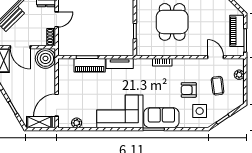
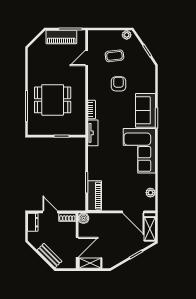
boiler: (45, 58) -> (83, 218), width x0.54, depth x0.54
tv unit: (120, 64) -> (93, 133), moved
piano: (90, 65) -> (95, 196), moved
plant: (239, 75) -> (127, 35), moved
armchair: (189, 90) -> (119, 84), turned 180
side table: (200, 111) -> (139, 73), removed

